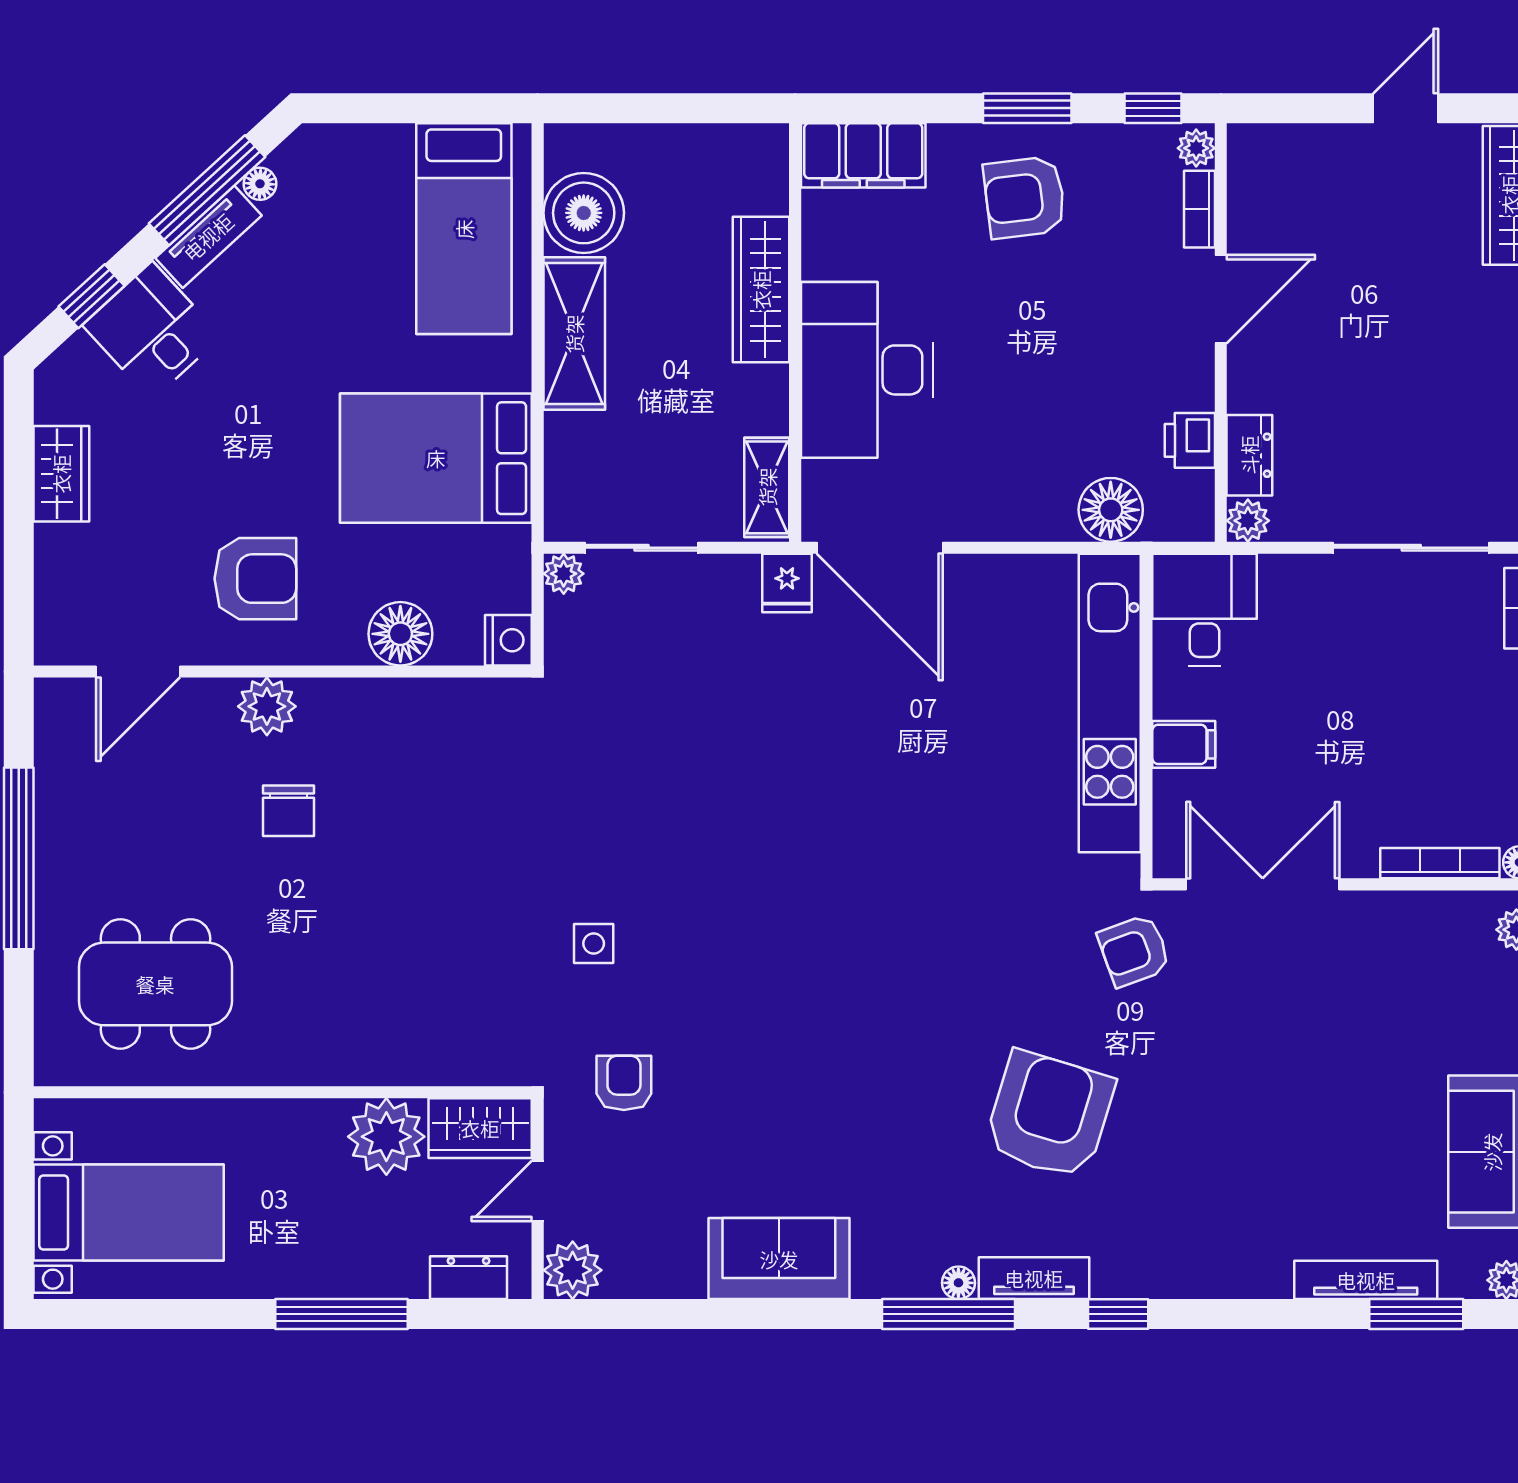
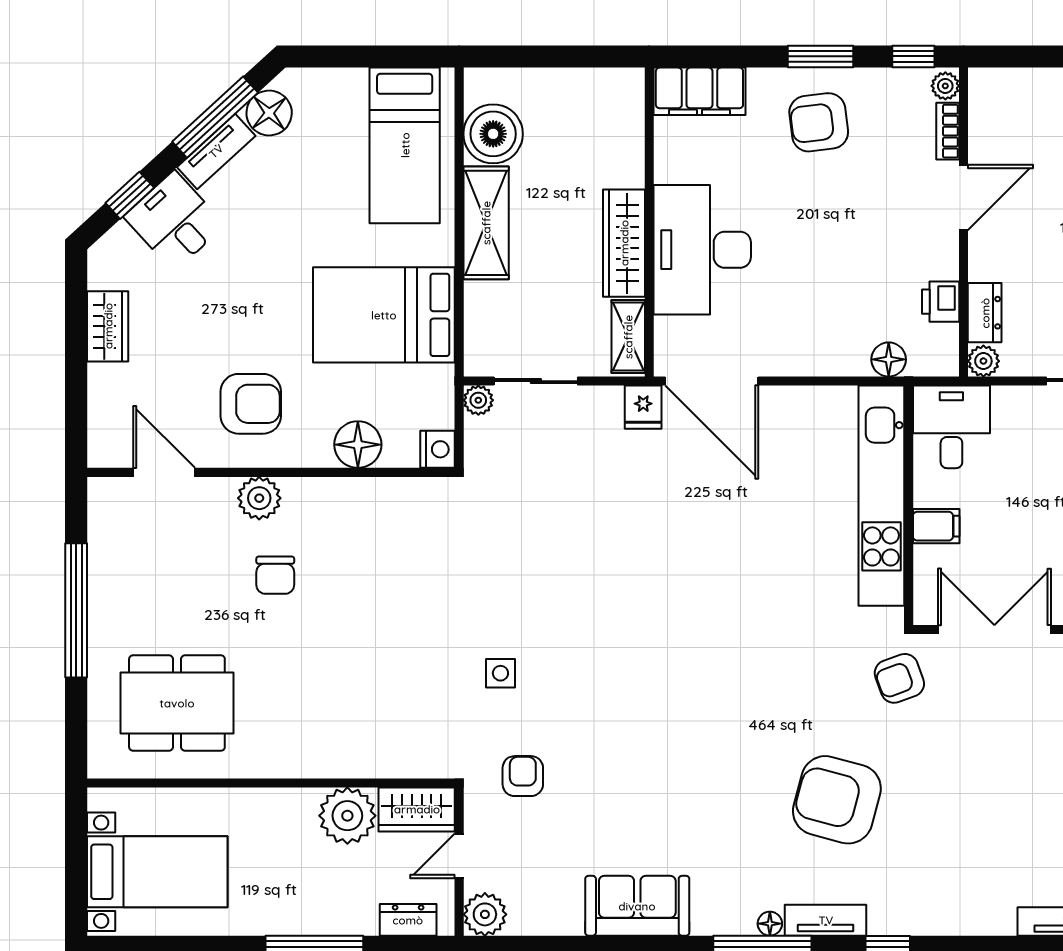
floor lamp: (260, 184) -> (269, 113), width x1.89, depth x1.89
wardrobe: (761, 290) -> (624, 243), moved
floor lamp: (1111, 510) -> (889, 359), width x0.73, depth x0.73
door: (138, 672) -> (164, 472), swing flipped
armchair: (1049, 1115) -> (837, 800), turned -92

